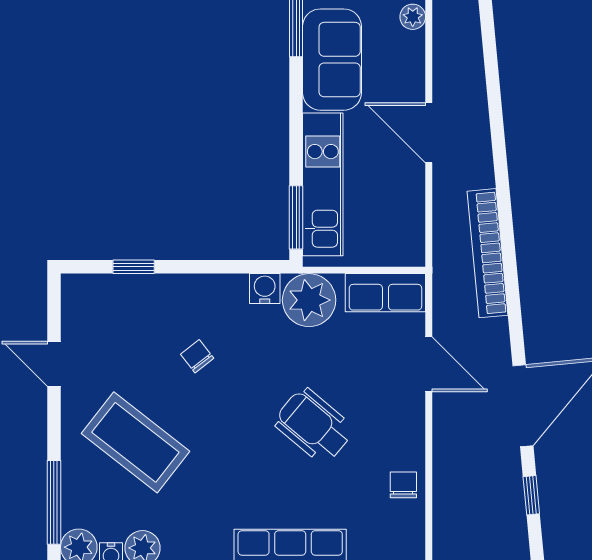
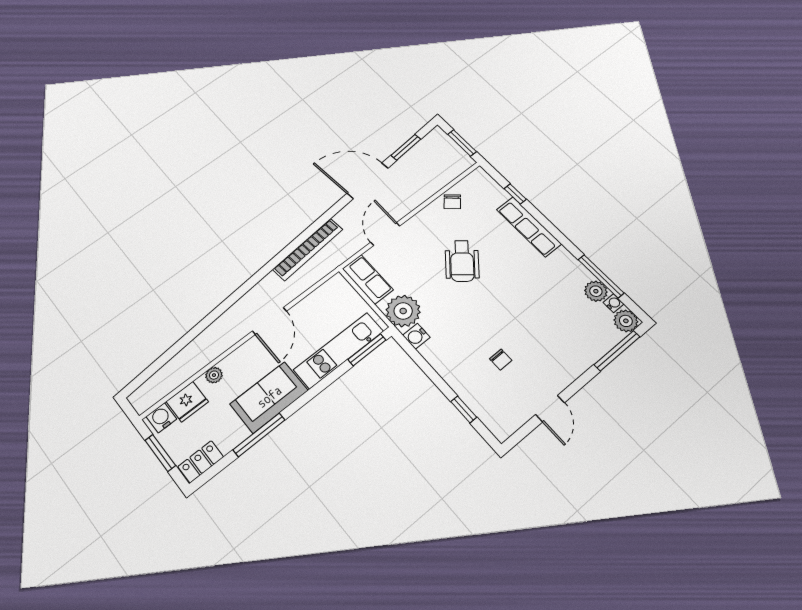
chair: (197, 356) -> (501, 360), moved, turned -52
coffee table: (135, 442) -> (550, 336), removed
chair: (403, 485) -> (452, 202), turned -48
window: (531, 495) -> (406, 147), width x1.50

